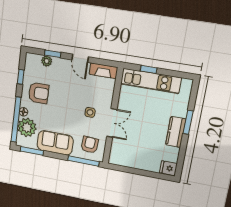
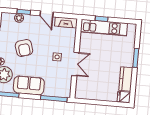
armchair: (39, 93) -> (24, 48), moved, turned 73
kitchen counter: (176, 132) -> (126, 79), moved
armchair: (90, 145) -> (58, 84), removed

